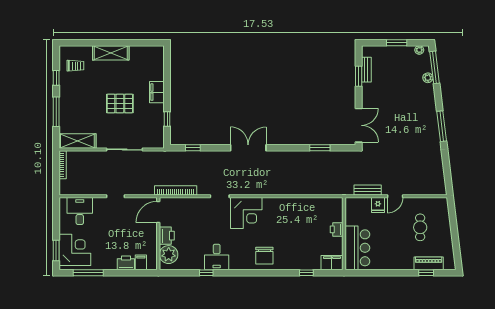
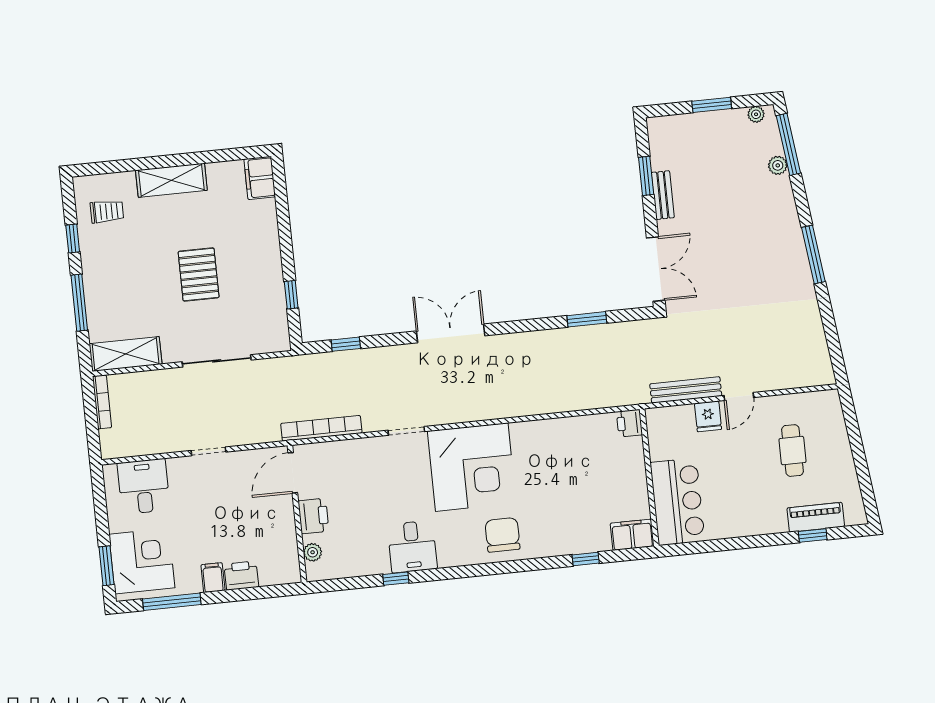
bench: (366, 70) -> (663, 195), moved
filing cabinet: (157, 92) -> (260, 178), moved
pallet: (120, 103) -> (199, 274), turned 90
bench: (368, 190) -> (686, 390), width x1.36
corner desk: (246, 213) -> (472, 467), width x1.36, depth x1.36
printer: (337, 229) -> (629, 423), moved
plant: (169, 255) -> (313, 552), width x0.53, depth x0.53
chair: (264, 256) -> (503, 535), turned 180
filing cabinet: (141, 262) -> (213, 578), moved

